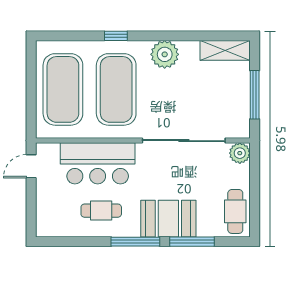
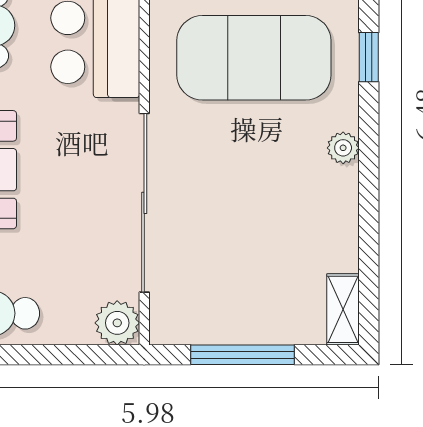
shelving: (225, 50) -> (343, 309), width x0.67, depth x0.75
plant: (165, 54) -> (343, 148), width x0.53, depth x0.53

